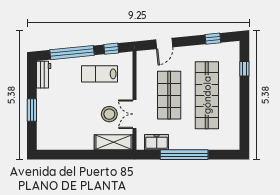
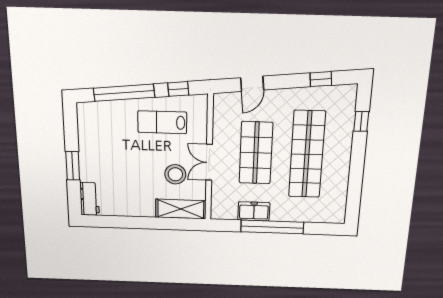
workbench: (44, 75) -> (90, 199), moved
double door: (135, 114) -> (209, 162), moved
freezer: (157, 142) -> (254, 211), moved

